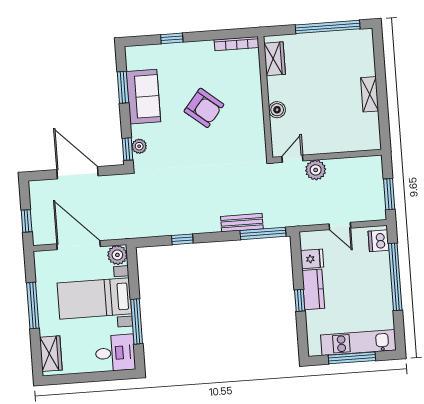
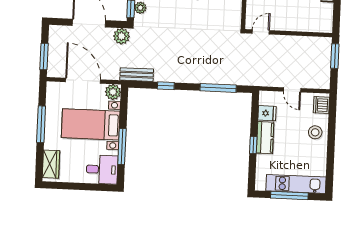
plant: (316, 170) -> (122, 36), moved
window: (389, 194) -> (335, 56), moved
window: (27, 221) -> (44, 57), width x1.50
bench: (242, 223) -> (137, 75), moved
window: (263, 233) -> (218, 88), moved
stool: (375, 276) -> (315, 132), added
window: (395, 277) -> (331, 135), removed

